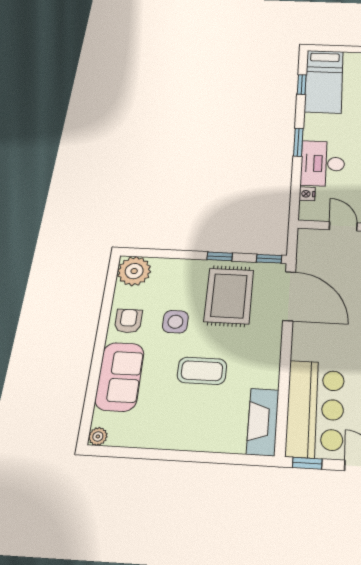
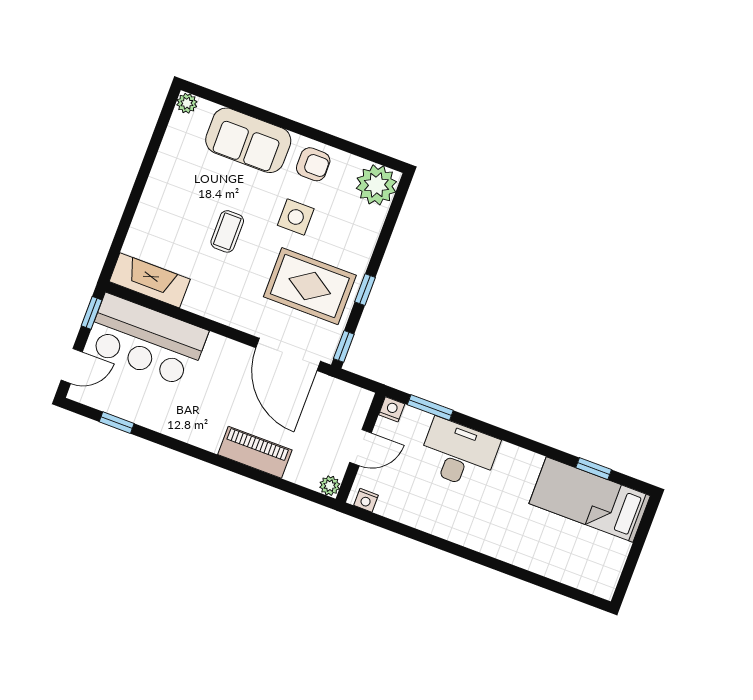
window: (298, 142) -> (430, 408), moved
nightstand: (307, 194) -> (392, 409), moved
door: (289, 296) -> (288, 354), hinge flipped
coffee table: (202, 371) -> (227, 231), width x0.73, depth x0.77

